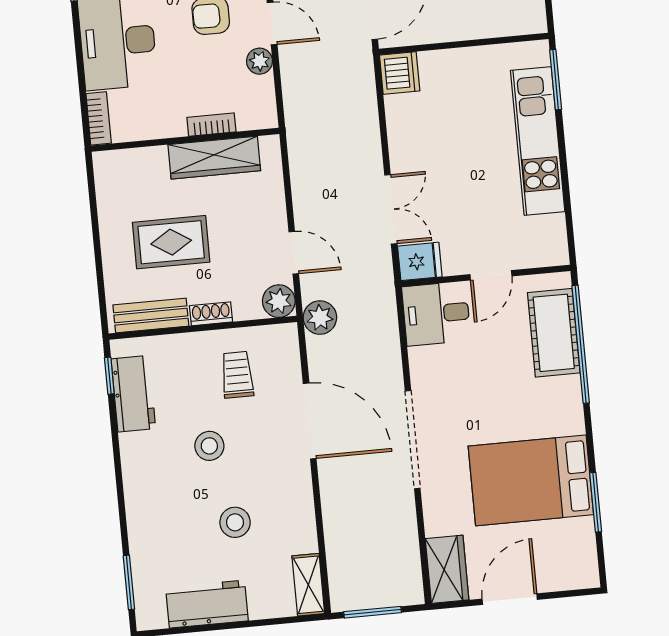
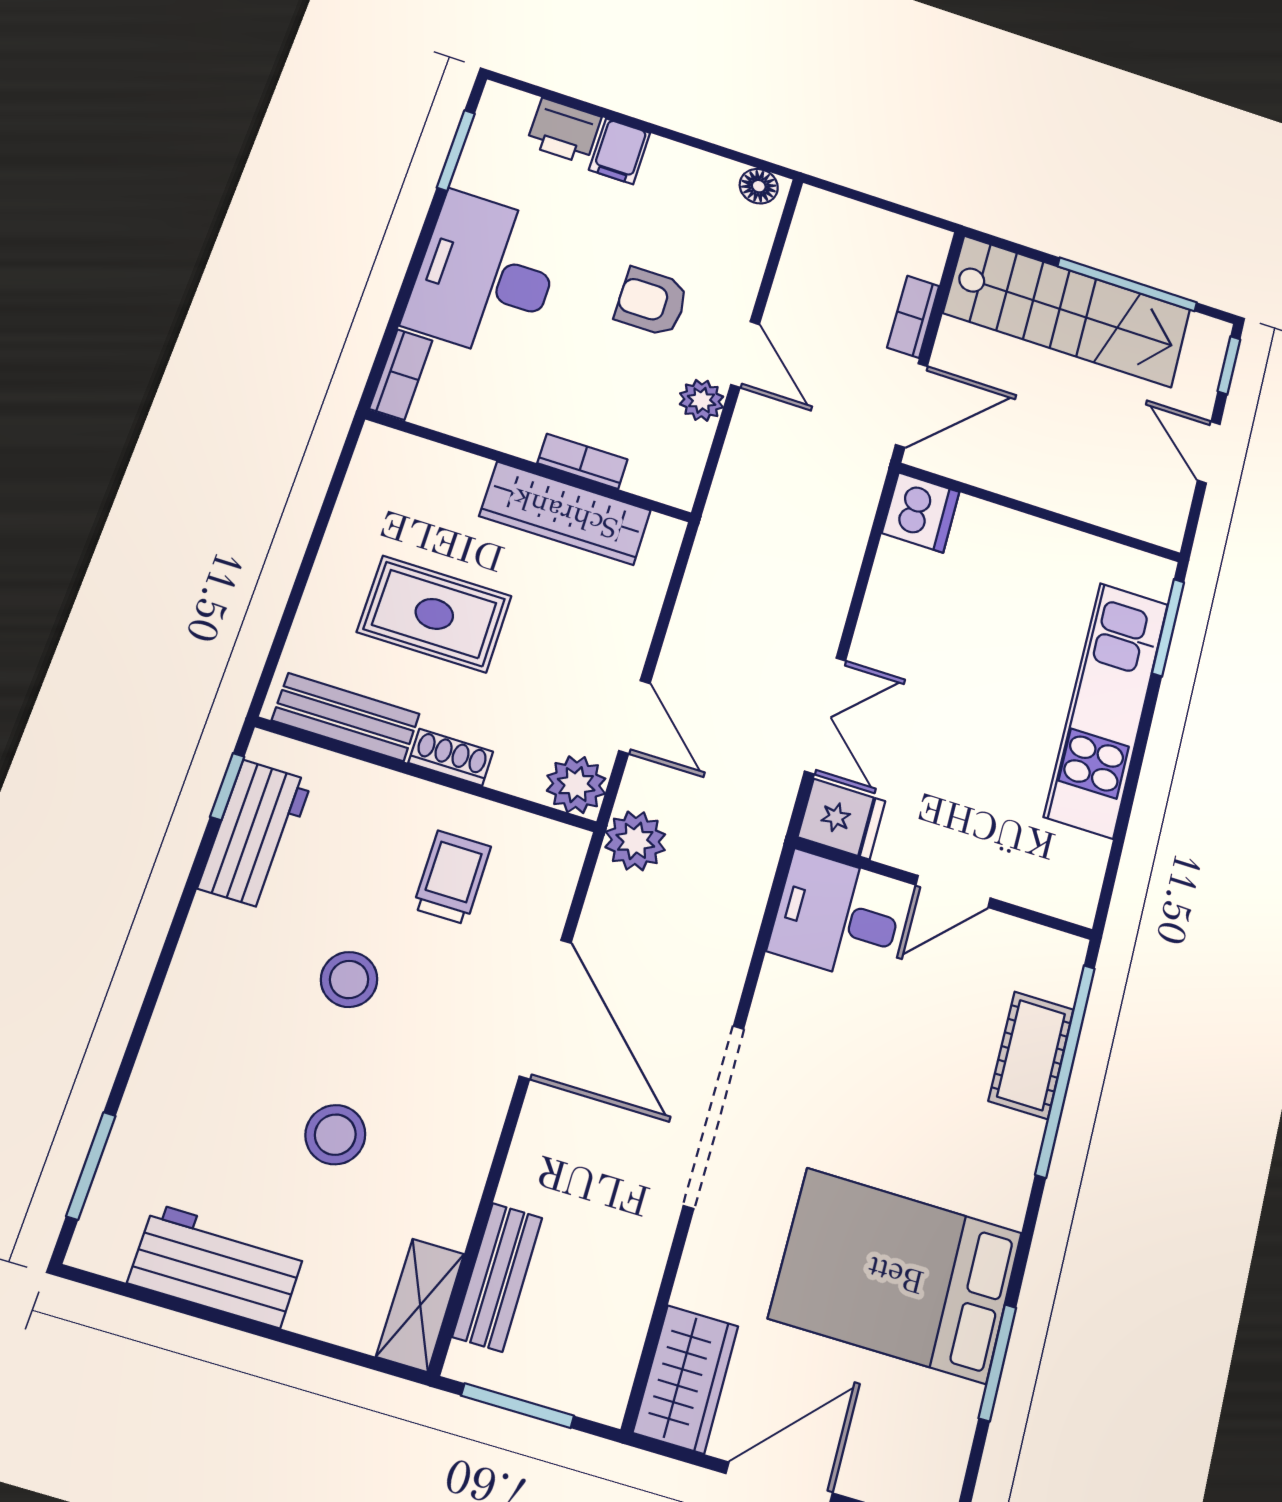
cot: (554, 333) -> (1031, 1055), width x0.73, depth x0.75
bench: (339, 558) -> (497, 1277), added

